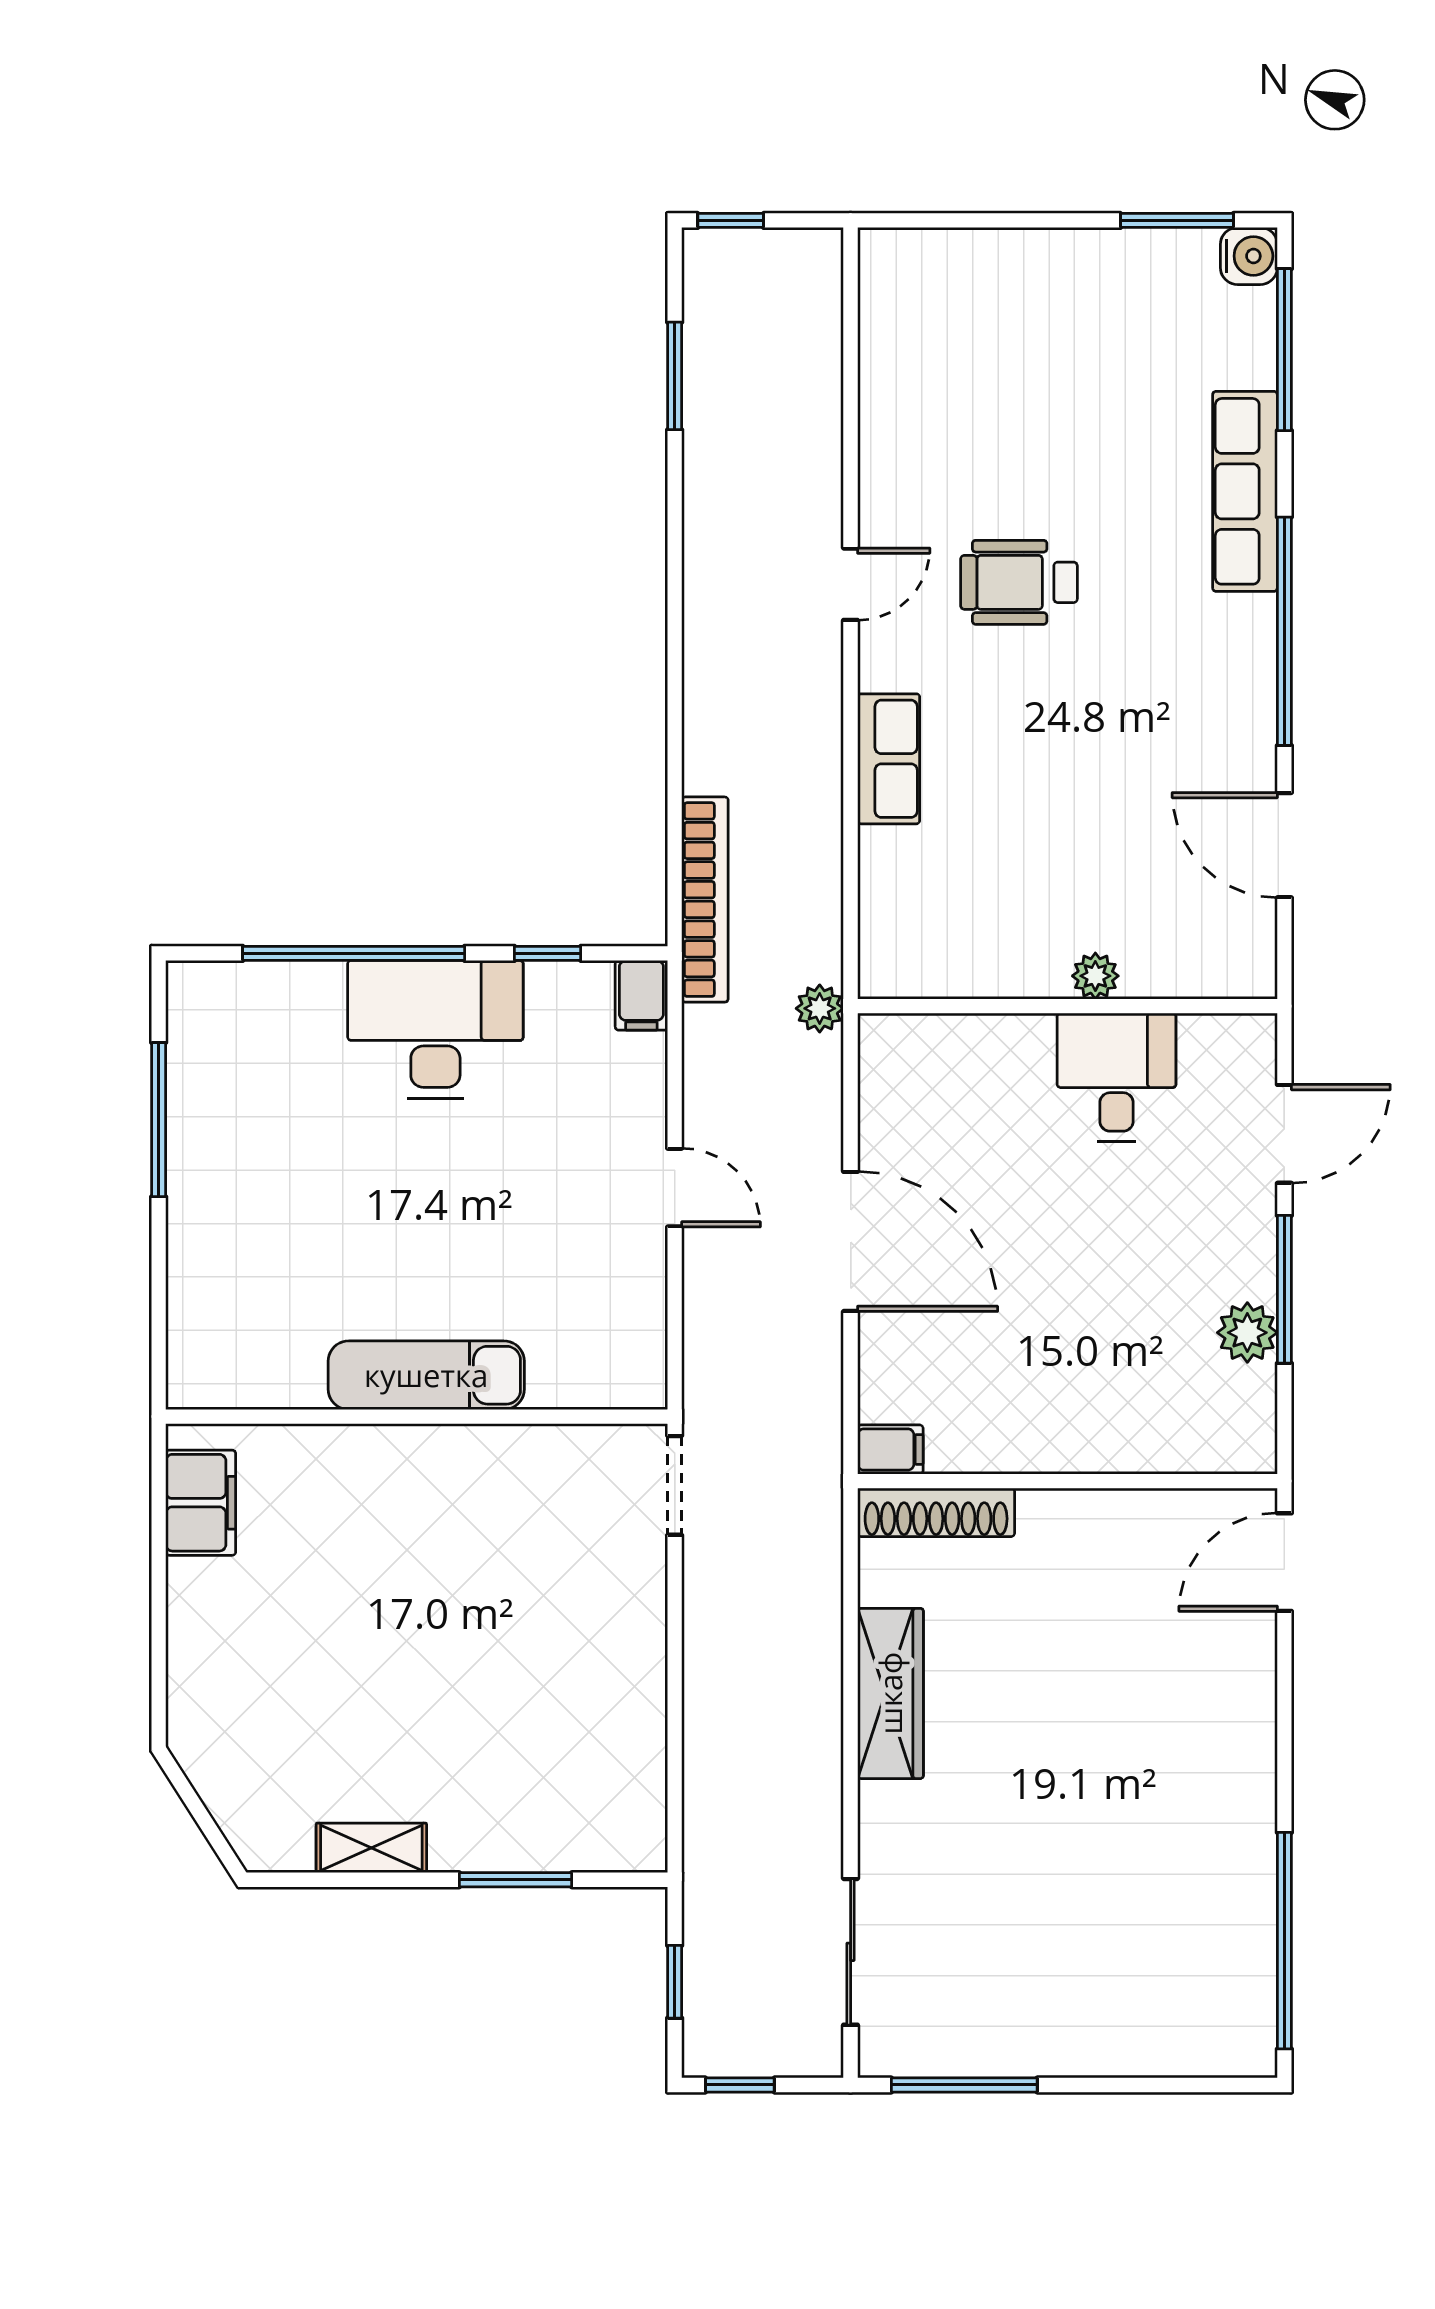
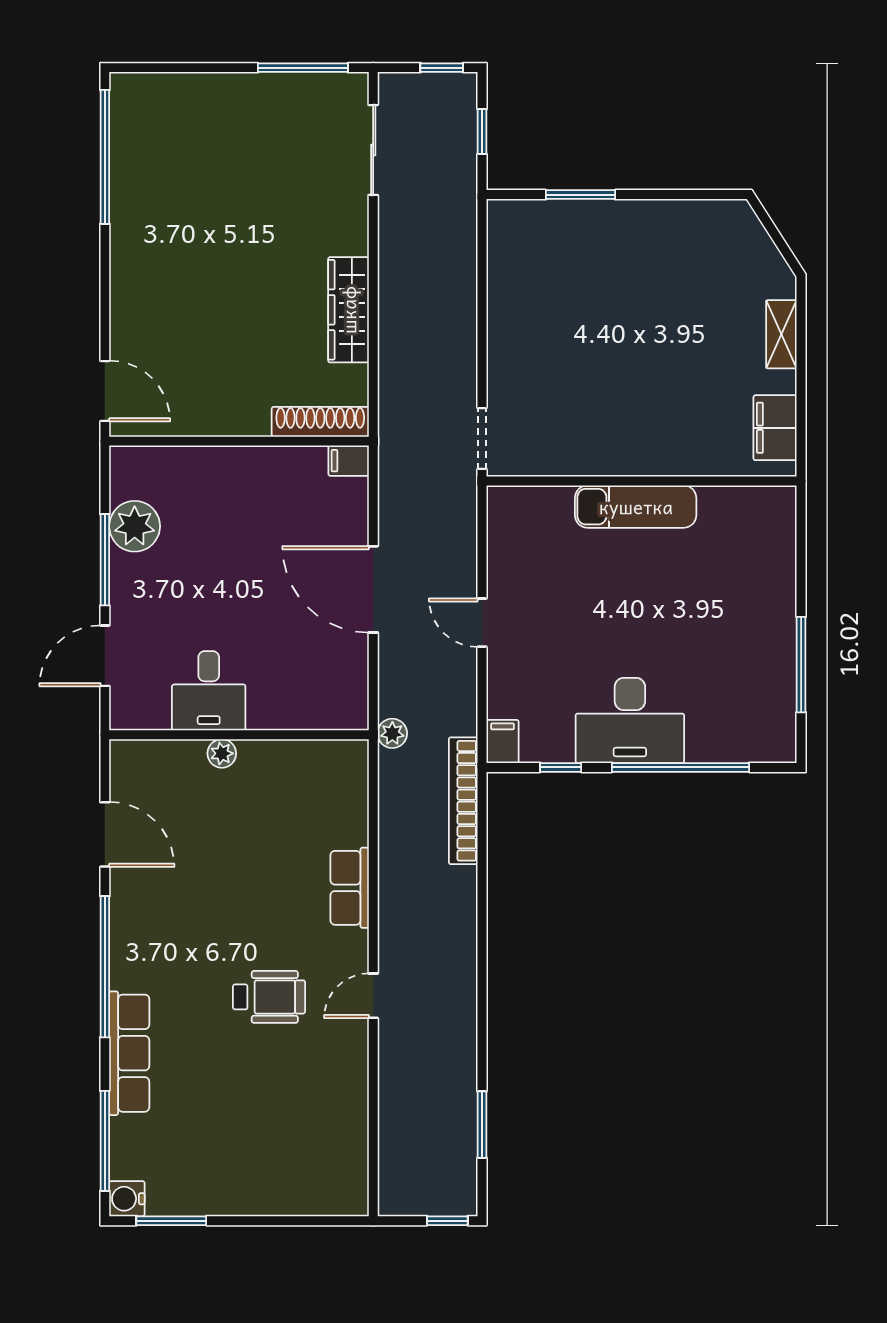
plant: (1247, 1333) -> (135, 526), width x1.36, depth x1.36
door: (1284, 1562) -> (105, 391), hinge flipped
shelving: (371, 1848) -> (781, 334), moved, turned 90

